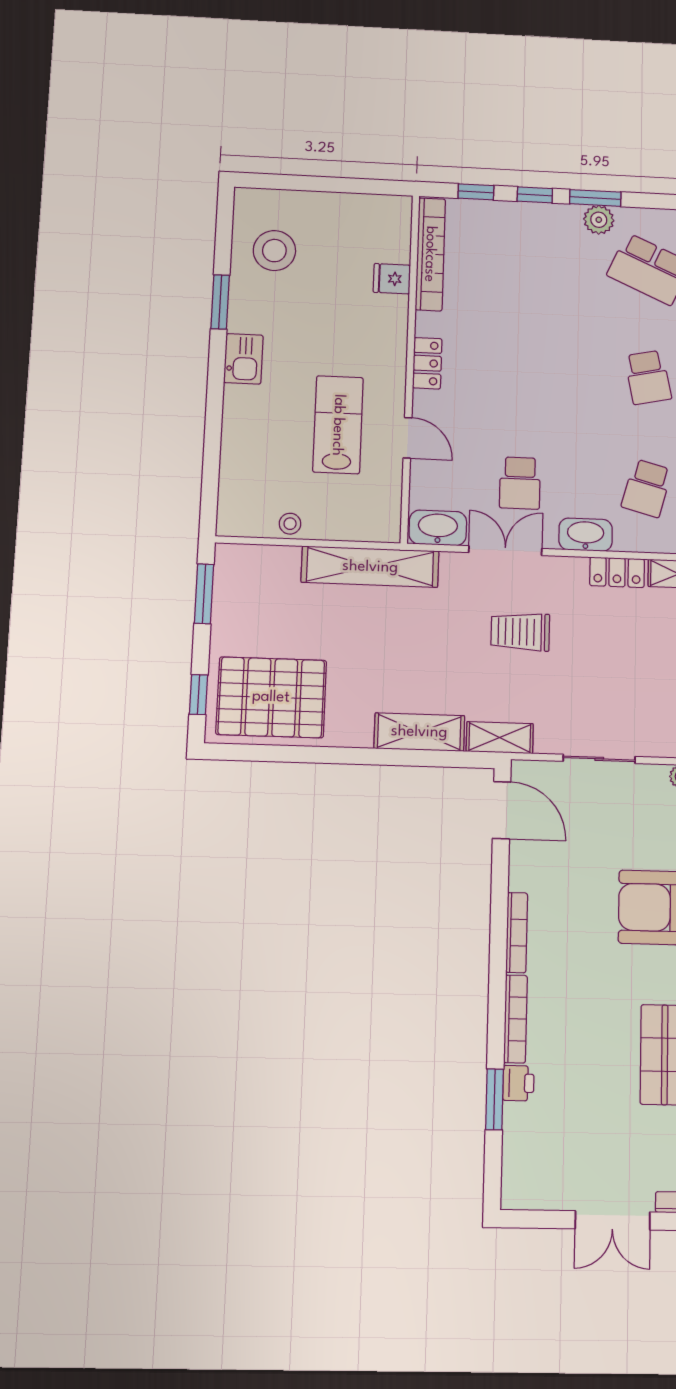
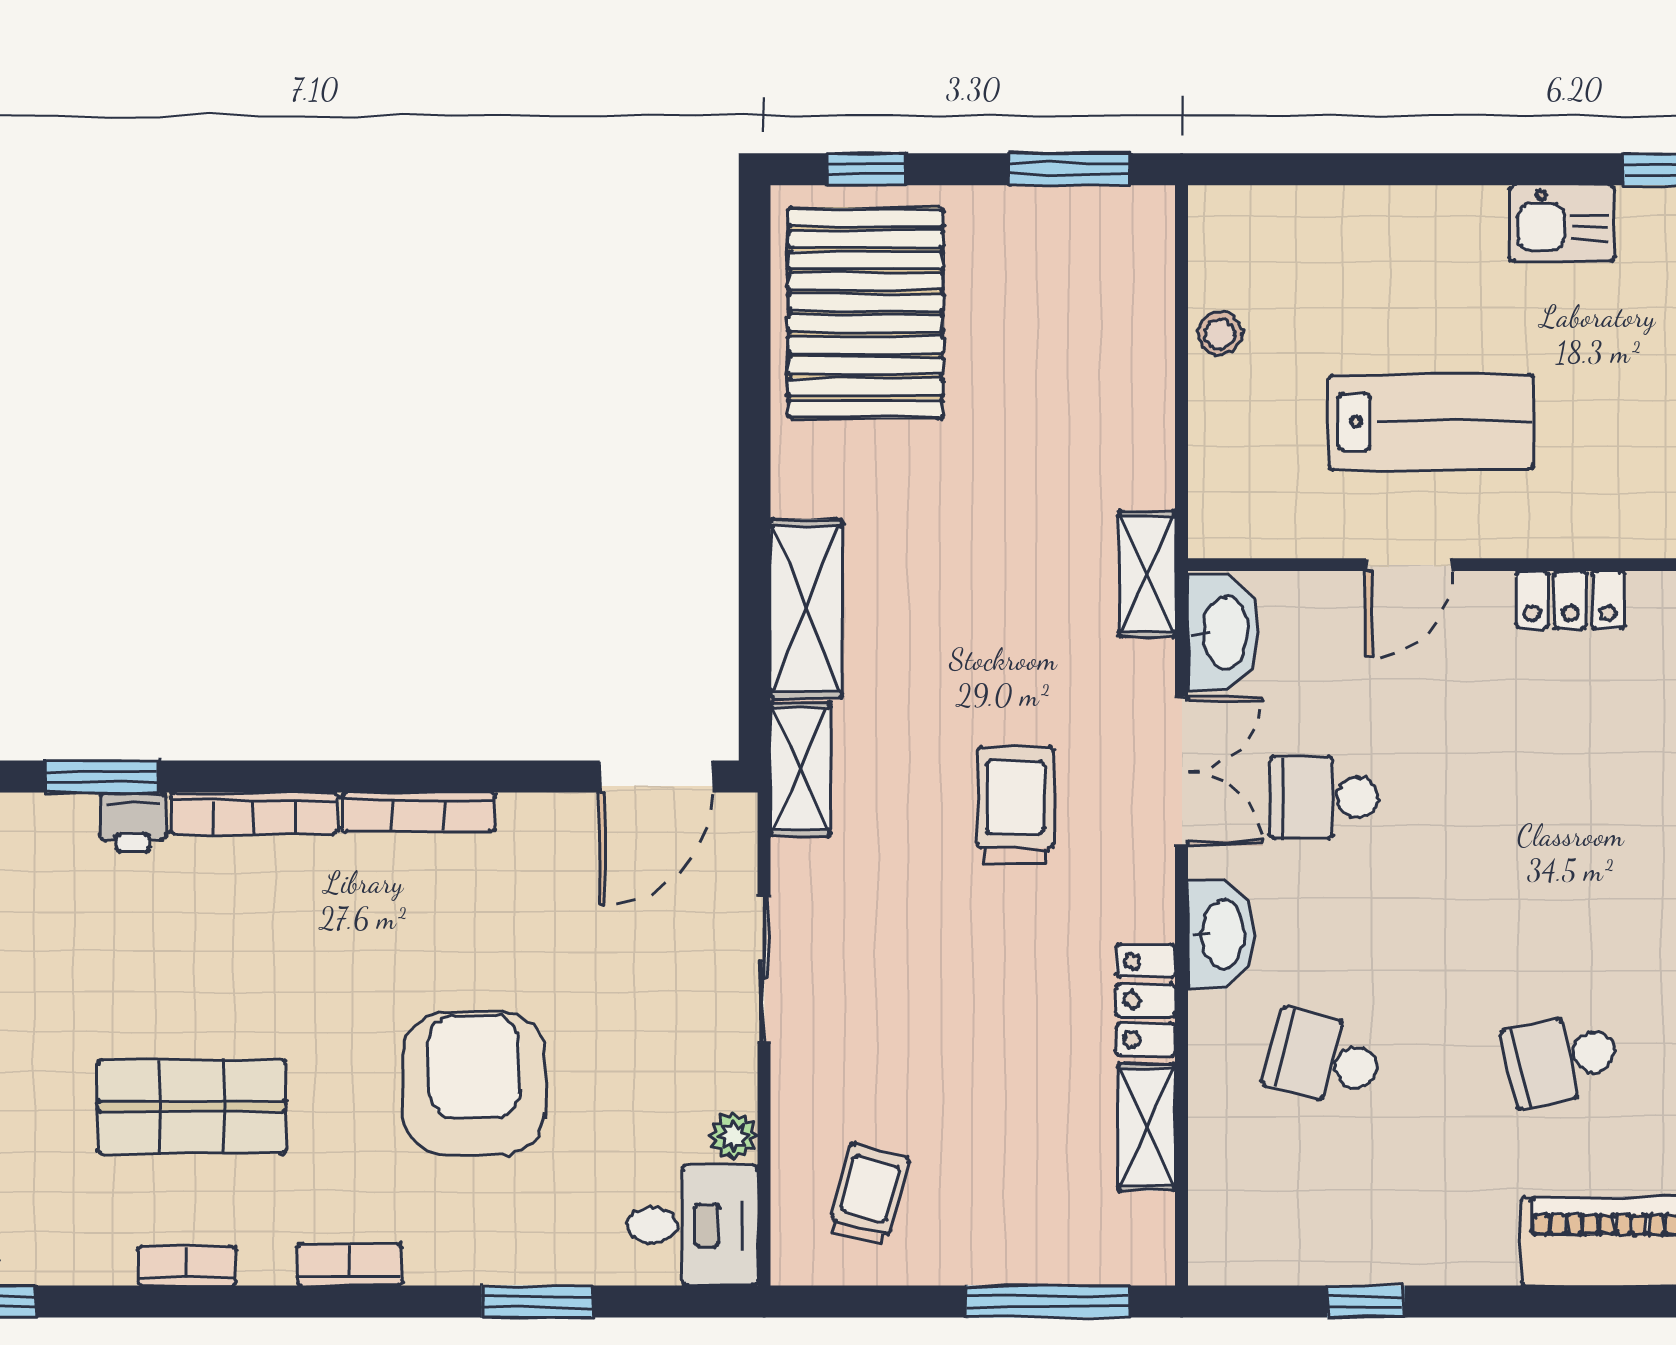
shelving: (370, 567) -> (1147, 573), width x0.45, depth x0.75

